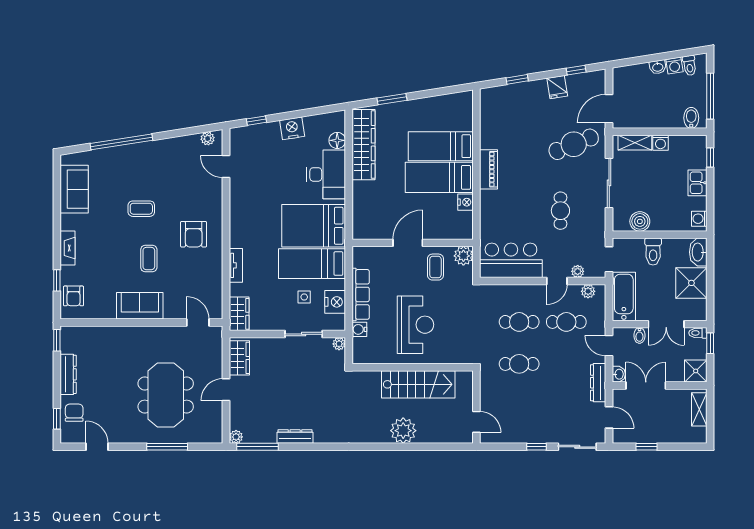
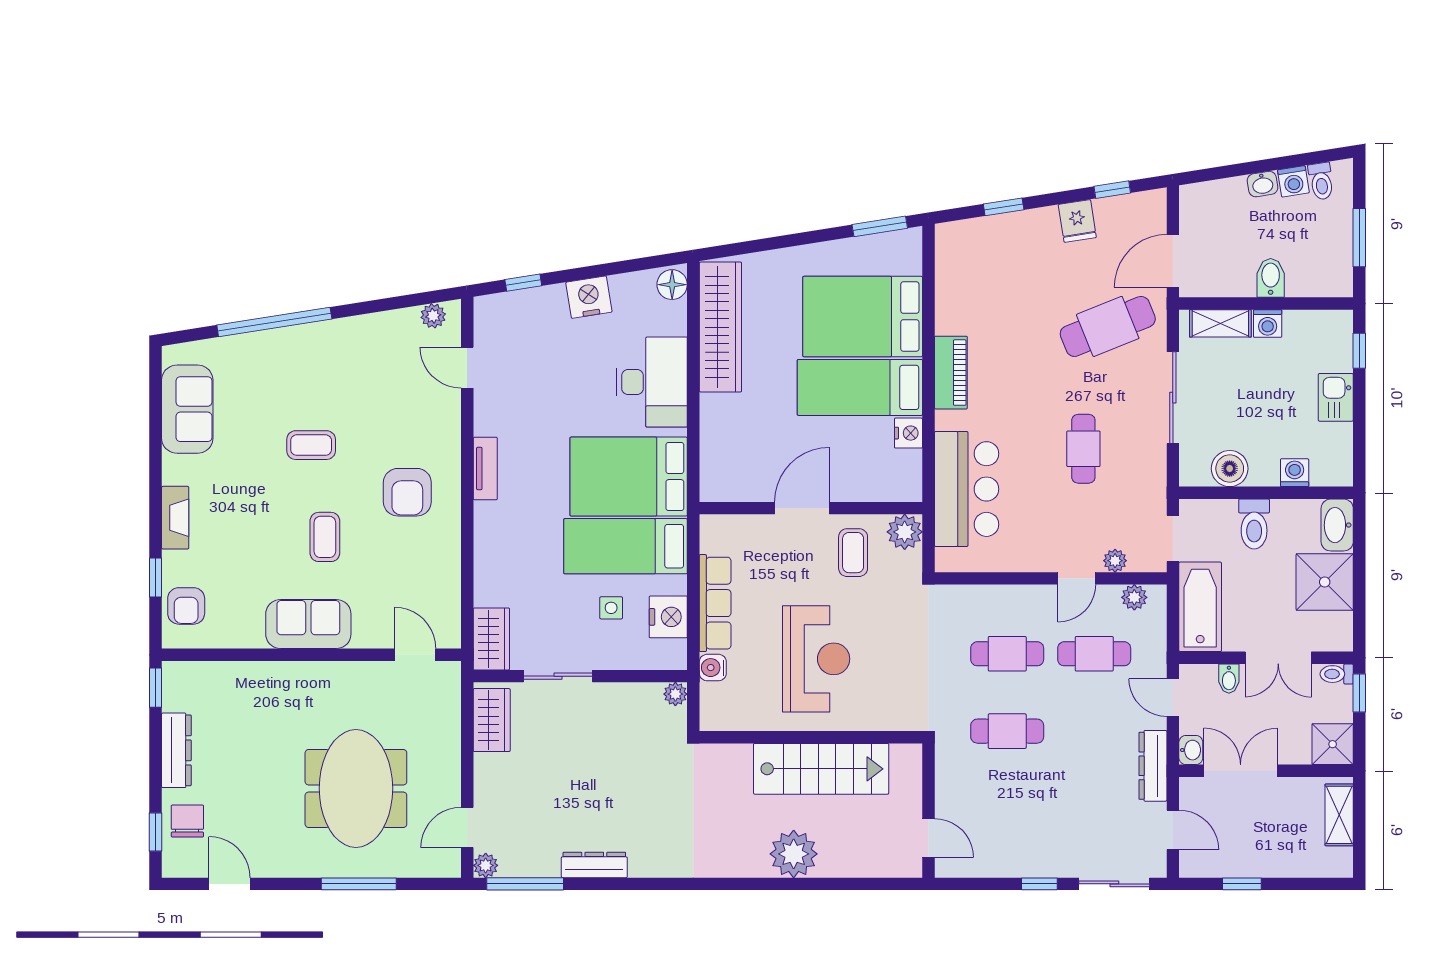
window: (710, 96) -> (1359, 238), width x0.69
window: (392, 99) -> (880, 226), moved
bidet: (691, 118) -> (1271, 278), moved
floor lamp: (337, 140) -> (672, 285), moved
bed: (441, 146) -> (863, 317), width x1.50
washing machine: (699, 219) -> (1295, 473), moved, turned 90
bar counter: (511, 260) -> (967, 489), moved, turned 90
tv unit: (236, 265) -> (485, 468), moved
sliding door: (304, 334) -> (558, 676), moved
door: (226, 390) -> (467, 827), moved

